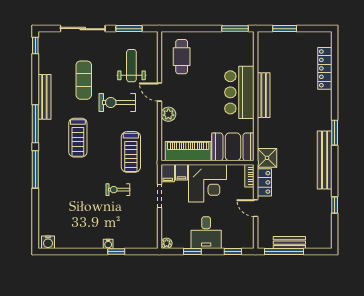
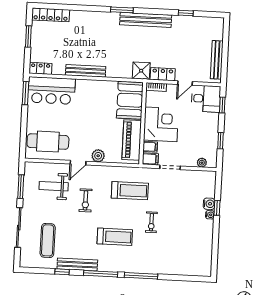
window: (285, 29) -> (28, 37), moved
locker: (264, 44) -> (41, 68), added
window: (35, 45) -> (62, 272), moved
cafe table: (182, 57) -> (48, 142), width x1.37, depth x1.35
locker: (325, 68) -> (51, 15), moved
exercise mat: (84, 80) -> (48, 240), moved, turned 90
bar counter: (239, 92) -> (51, 91), moved
exercise bike: (117, 102) -> (86, 200), width x0.73, depth x0.72
exercise bike: (118, 190) -> (151, 222), moved
desk: (206, 233) -> (206, 99), moved
water cooler: (48, 242) -> (209, 204), moved
plant: (167, 243) -> (202, 163), moved
bench: (289, 243) -> (217, 60), width x1.36
window: (284, 252) -> (225, 60), removed

